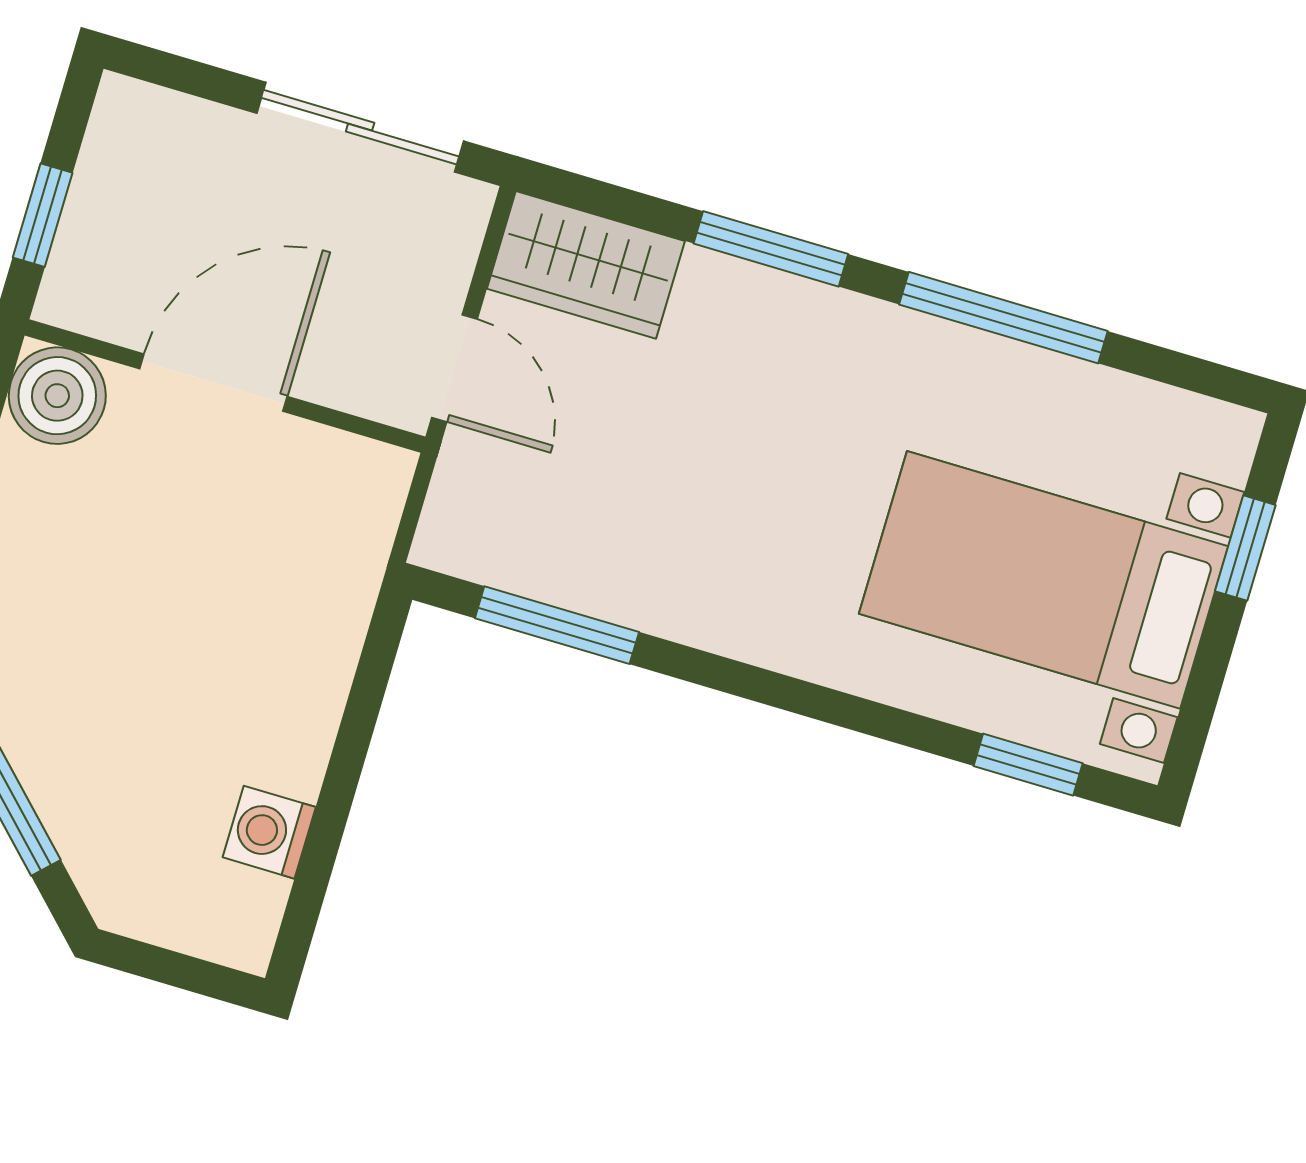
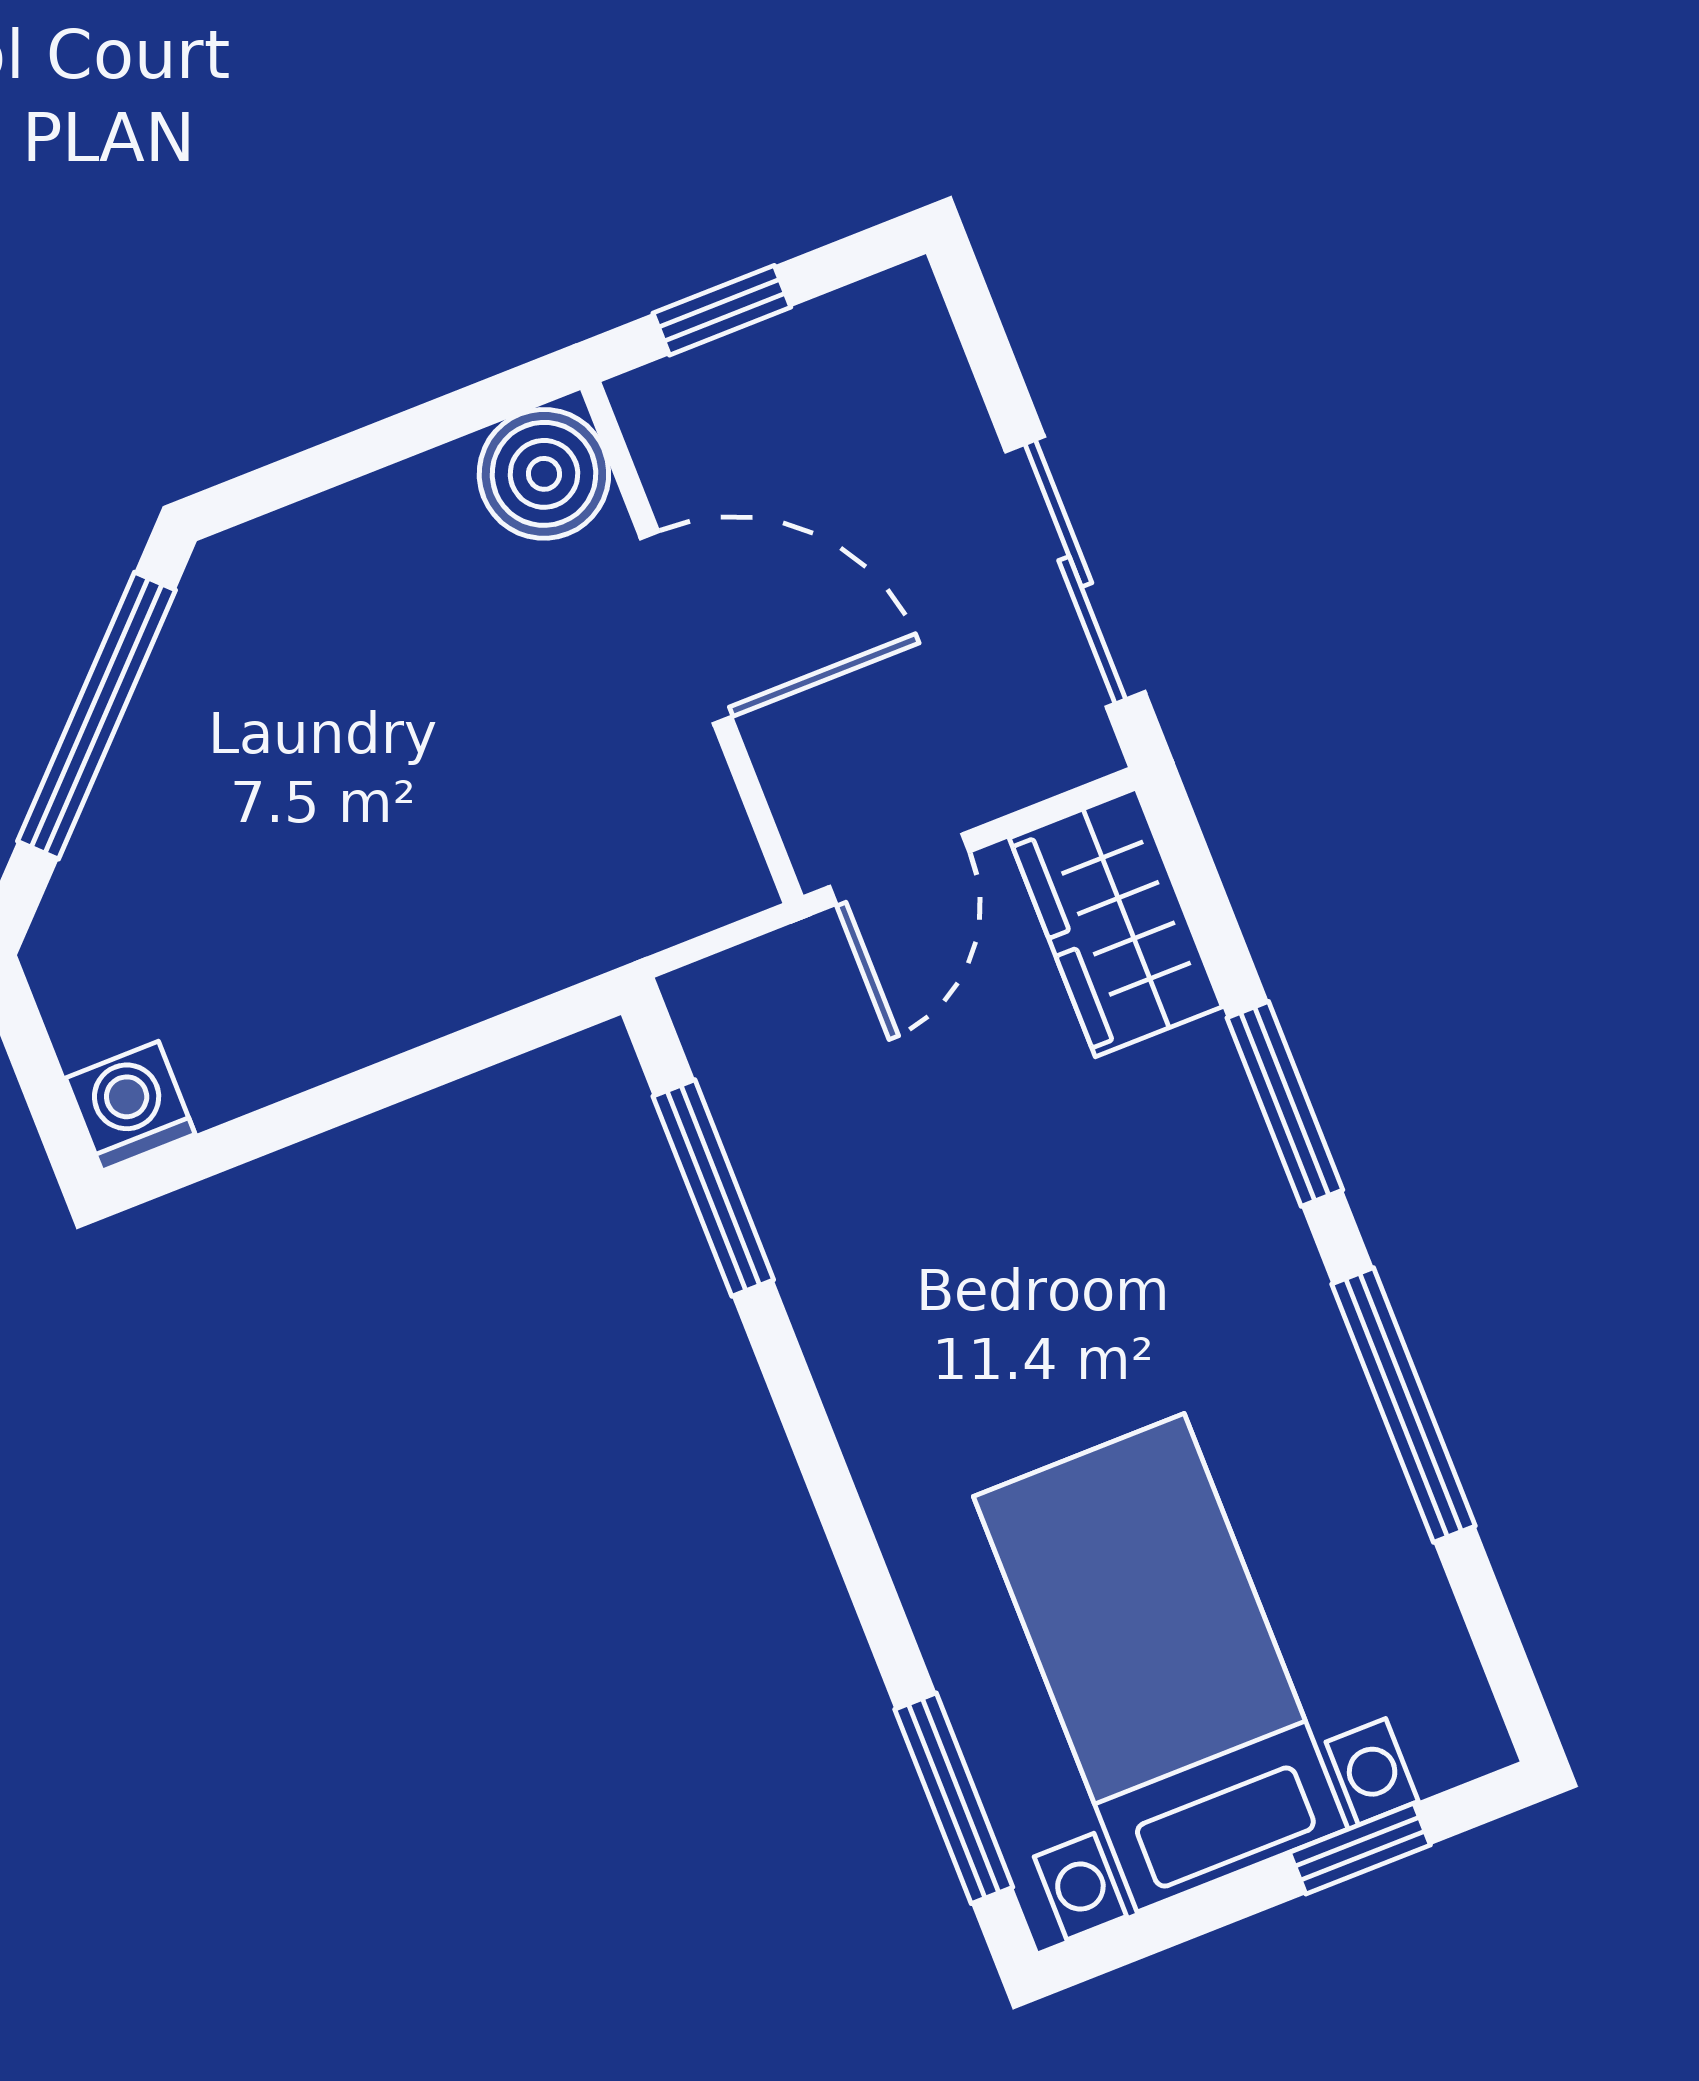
window: (1028, 765) -> (954, 1798), width x1.50
washing machine: (269, 832) -> (130, 1106), moved

